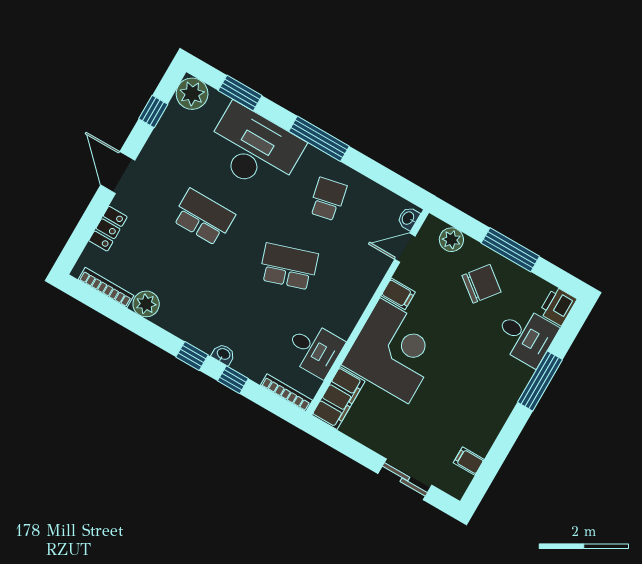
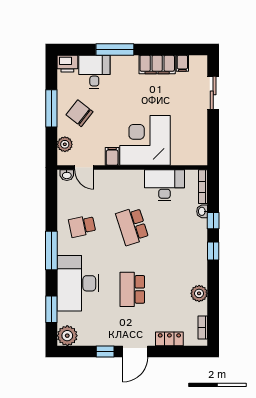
window: (153, 111) -> (105, 352), moved
bookcase: (106, 287) -> (203, 328), width x0.64
desk: (314, 349) -> (164, 185), width x1.37
washbasin: (223, 354) -> (202, 211), moved
filing cabinet: (338, 398) -> (157, 65), moved, turned 180

